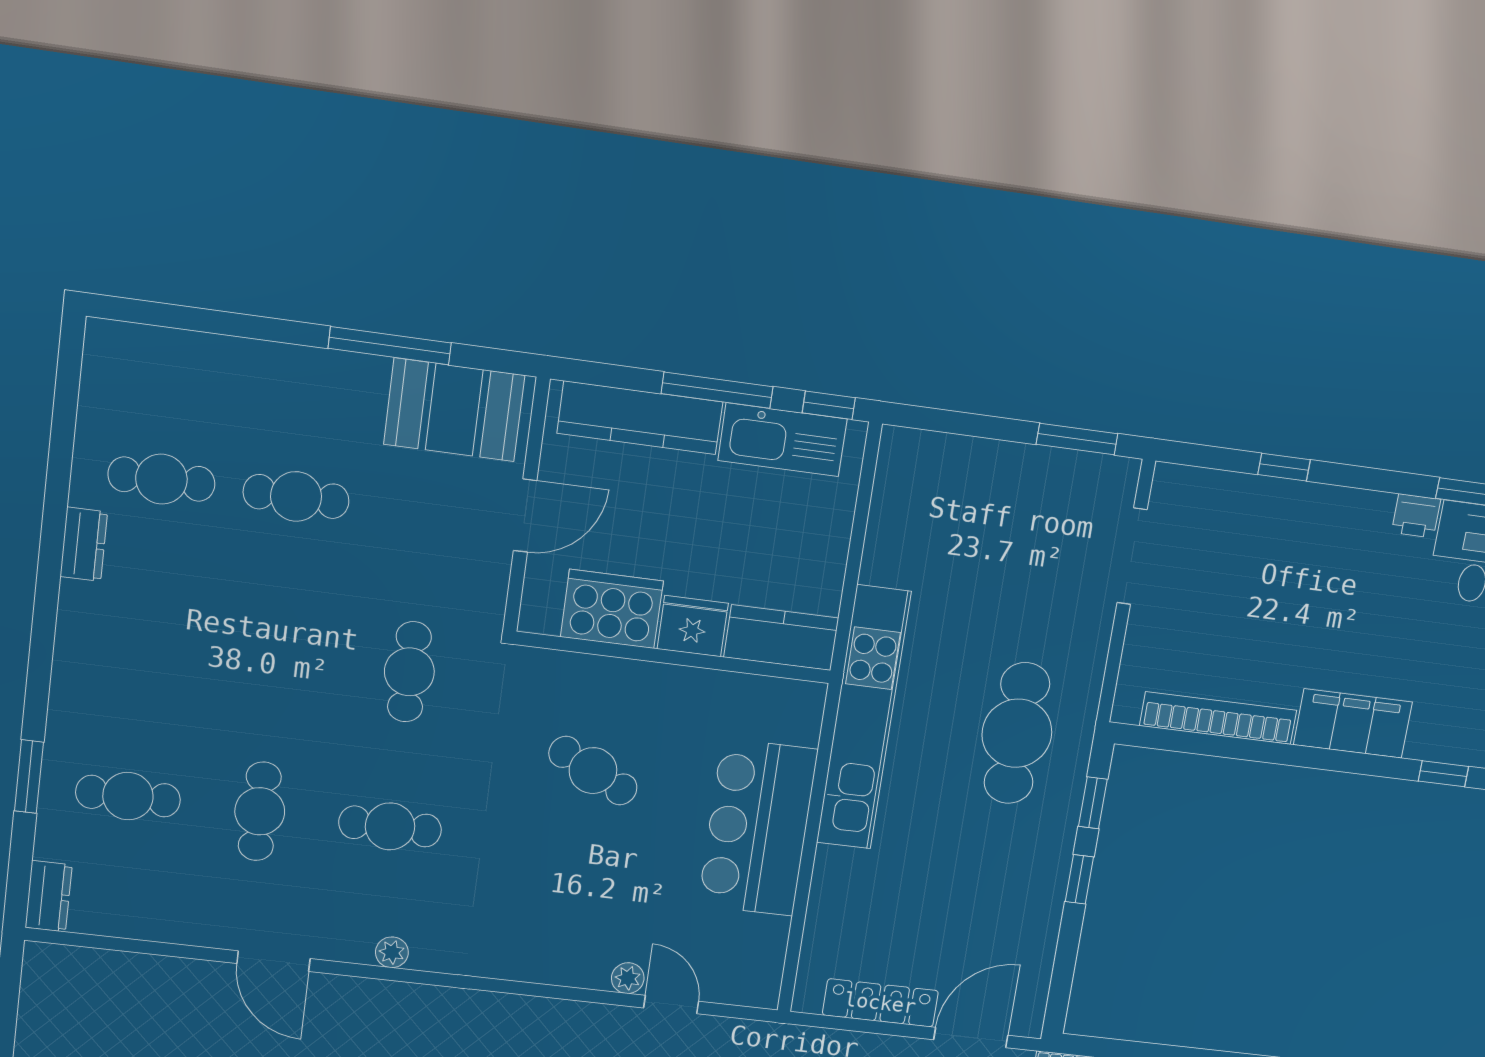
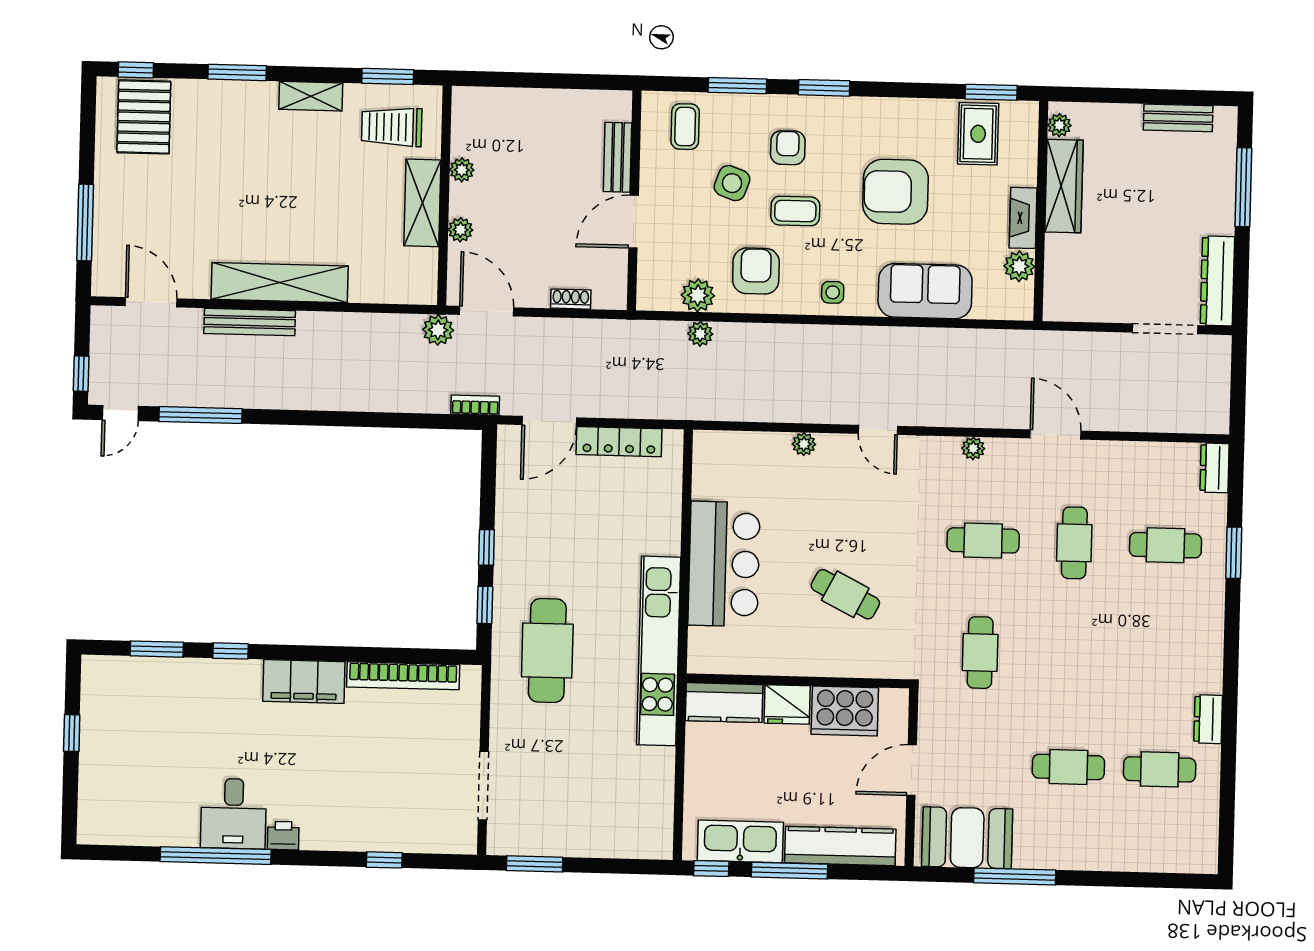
door: (671, 1005) -> (878, 430), moved

